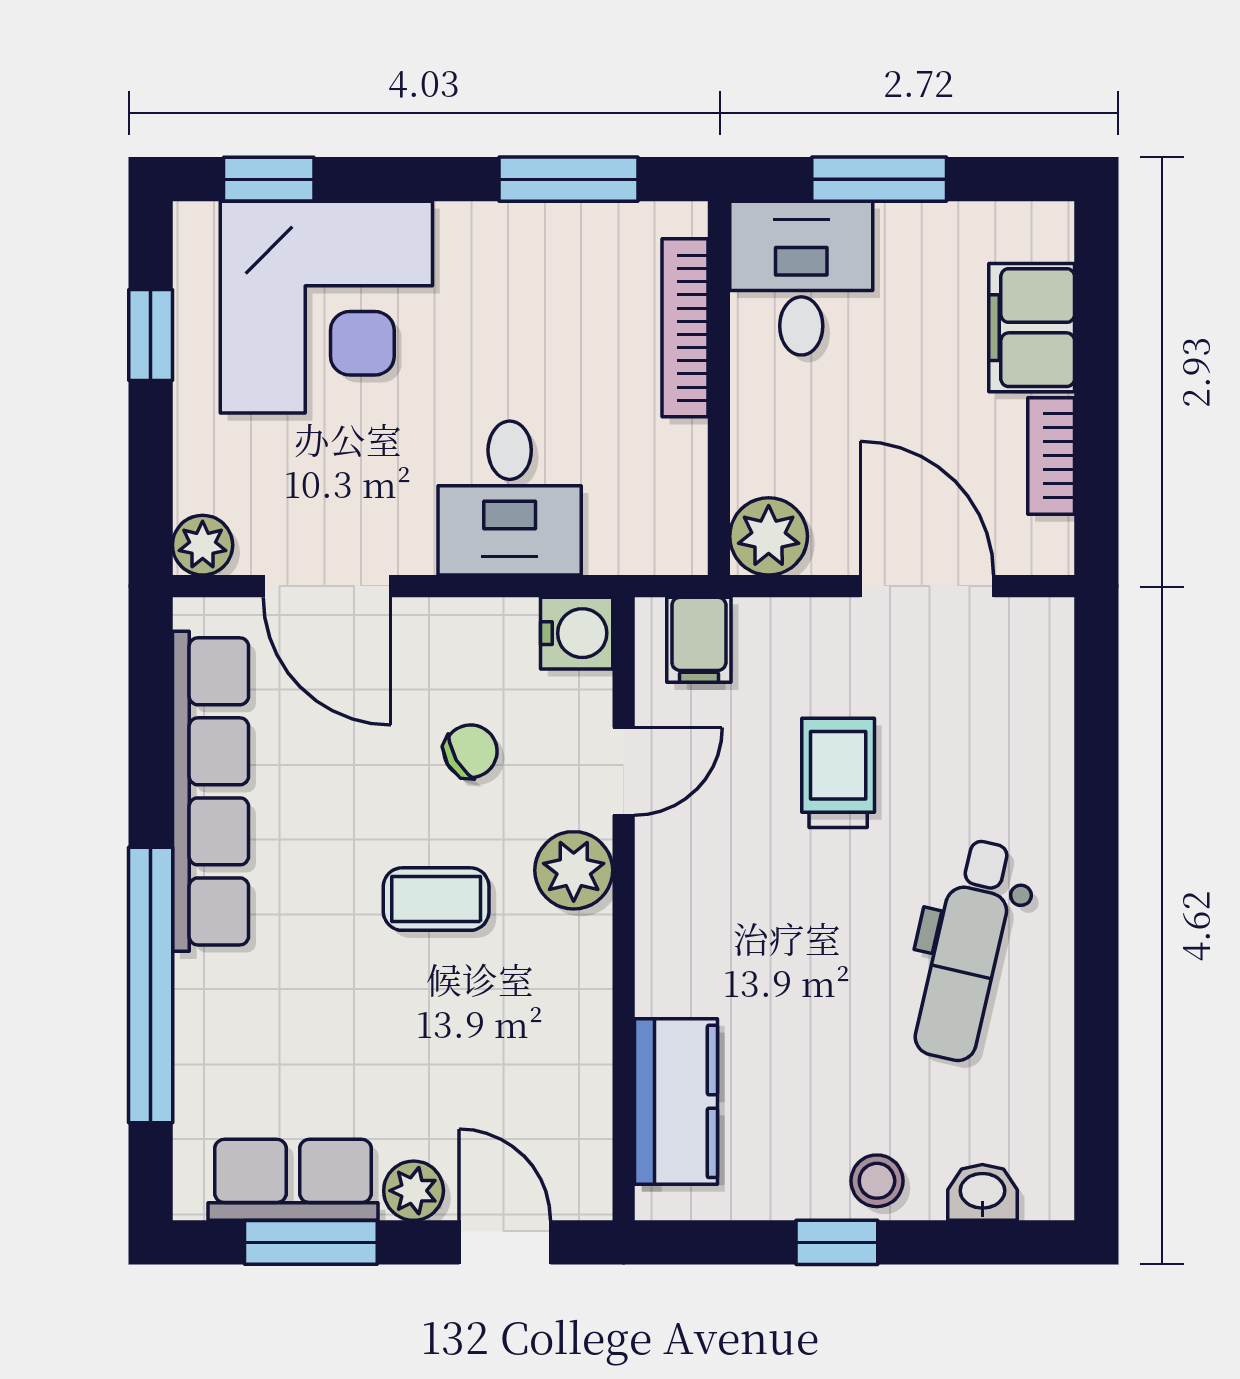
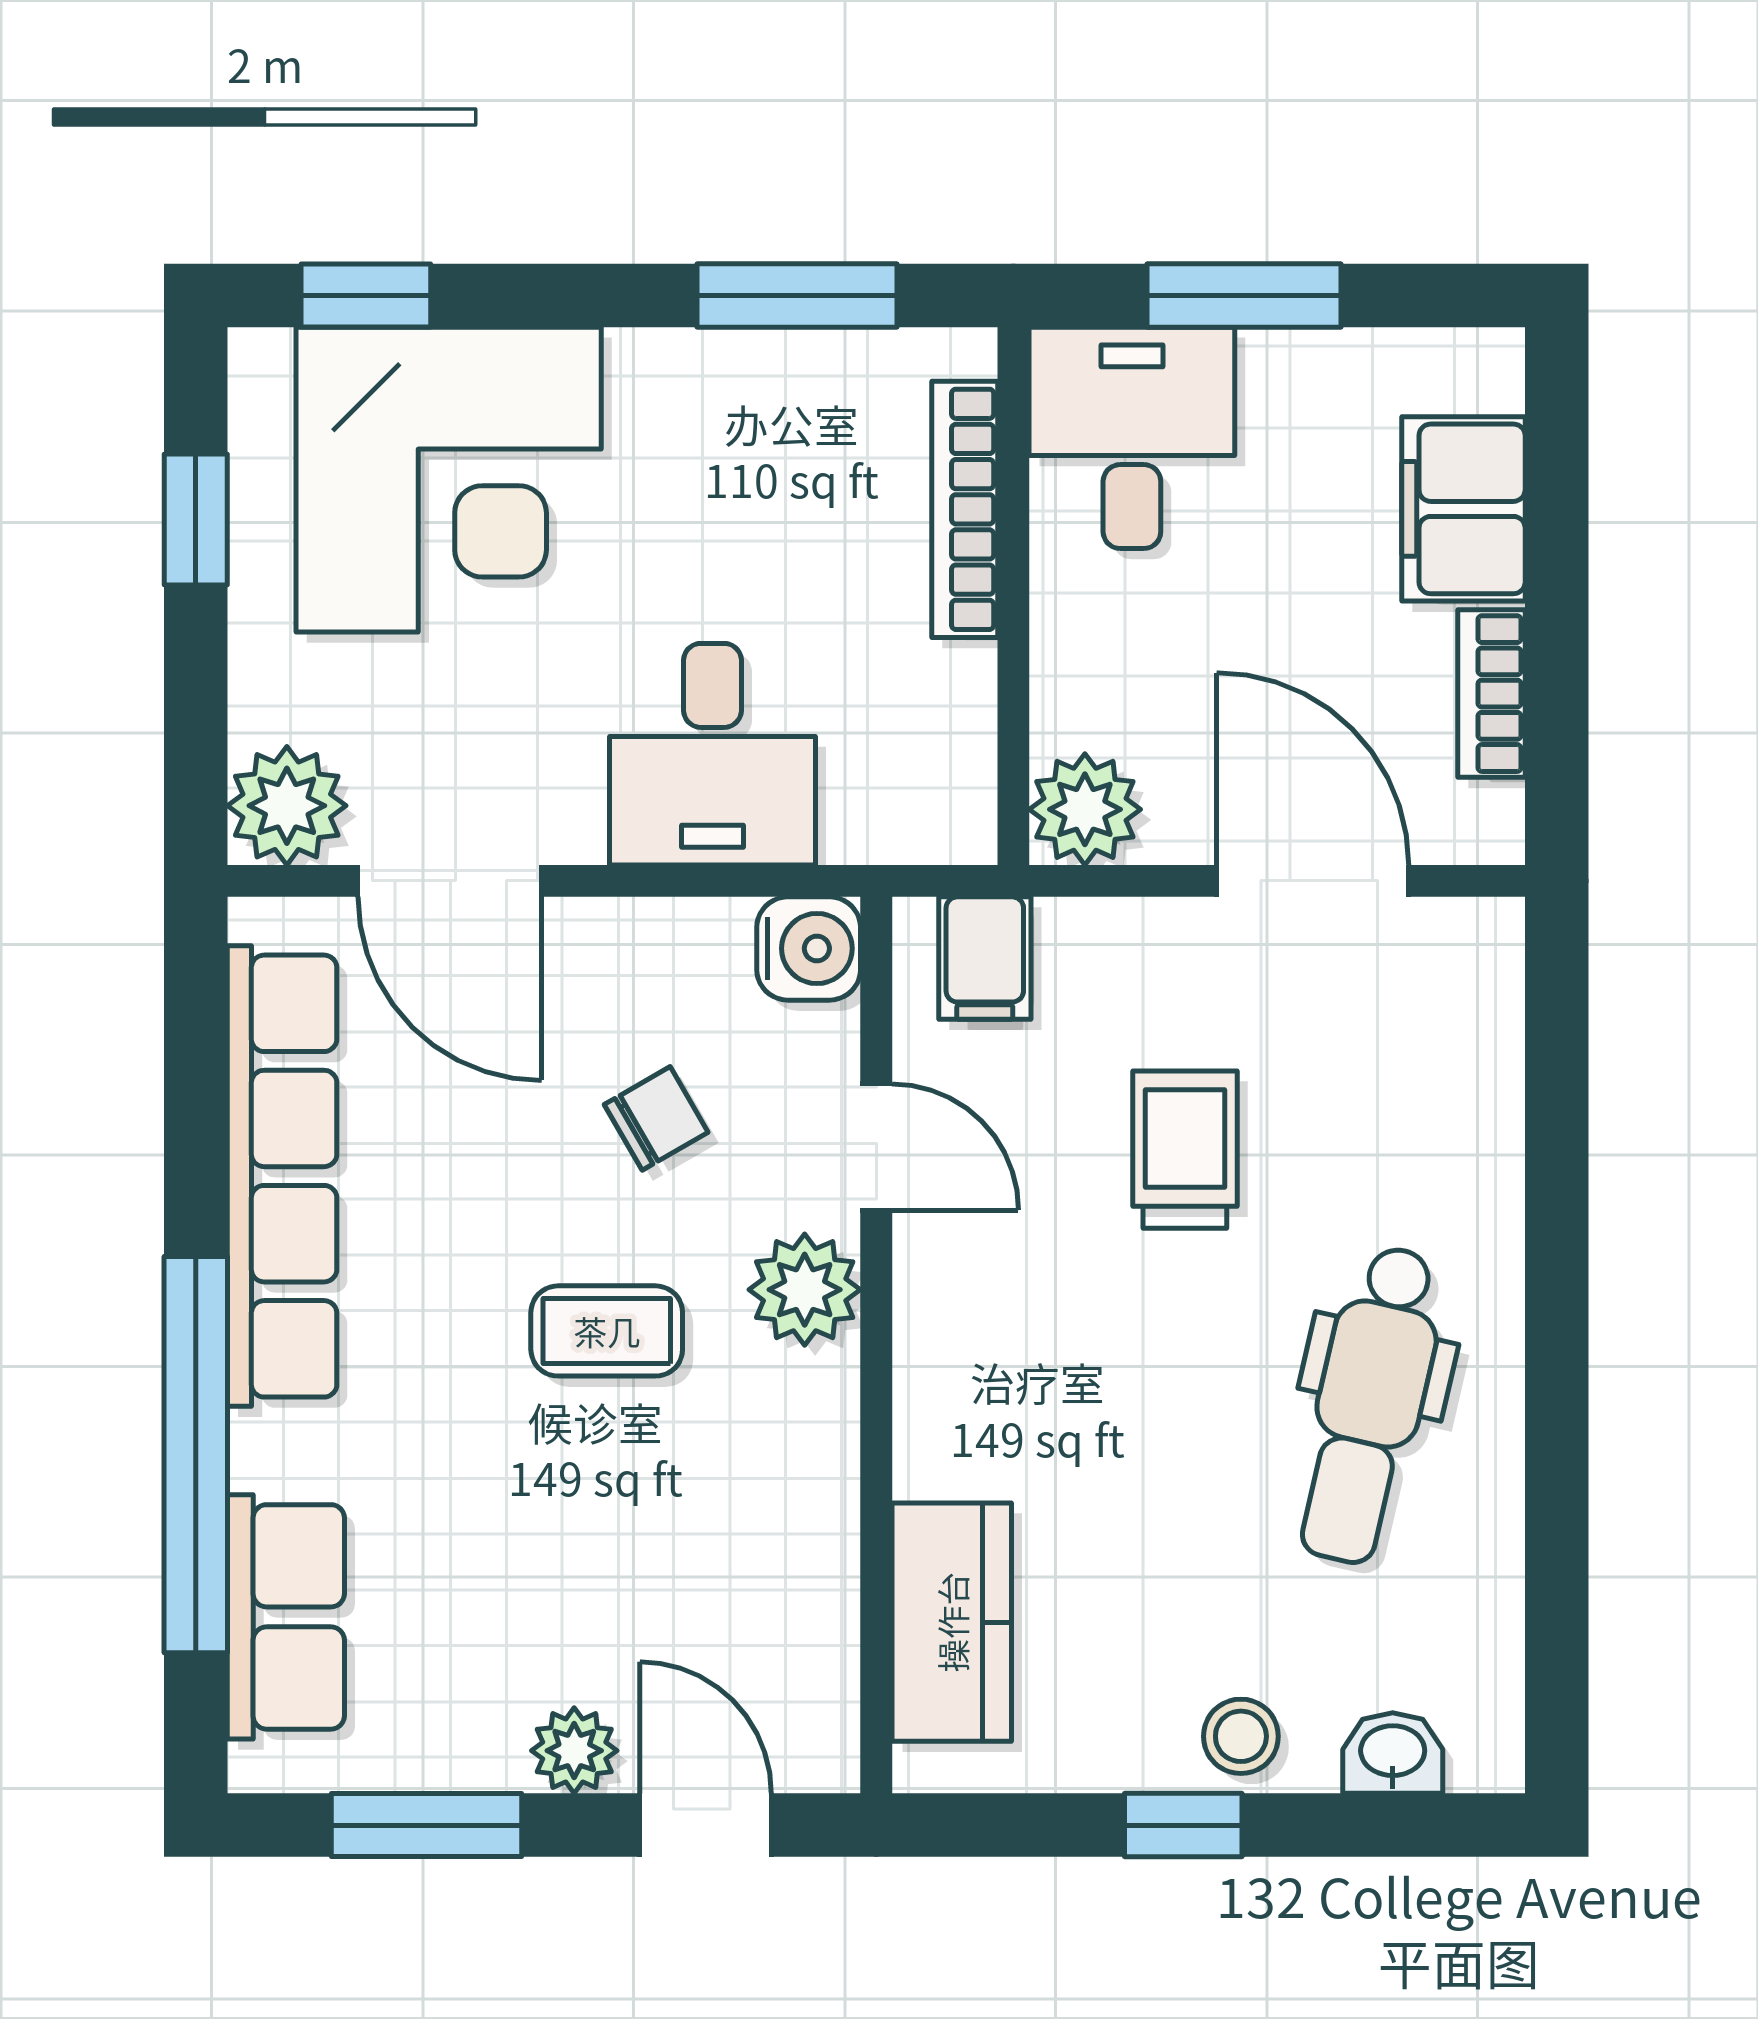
plant: (203, 545) -> (287, 806), width x1.38, depth x1.38
door: (624, 771) -> (876, 1147), hinge flipped
row of seats: (293, 1180) -> (286, 1617), moved, turned 90

